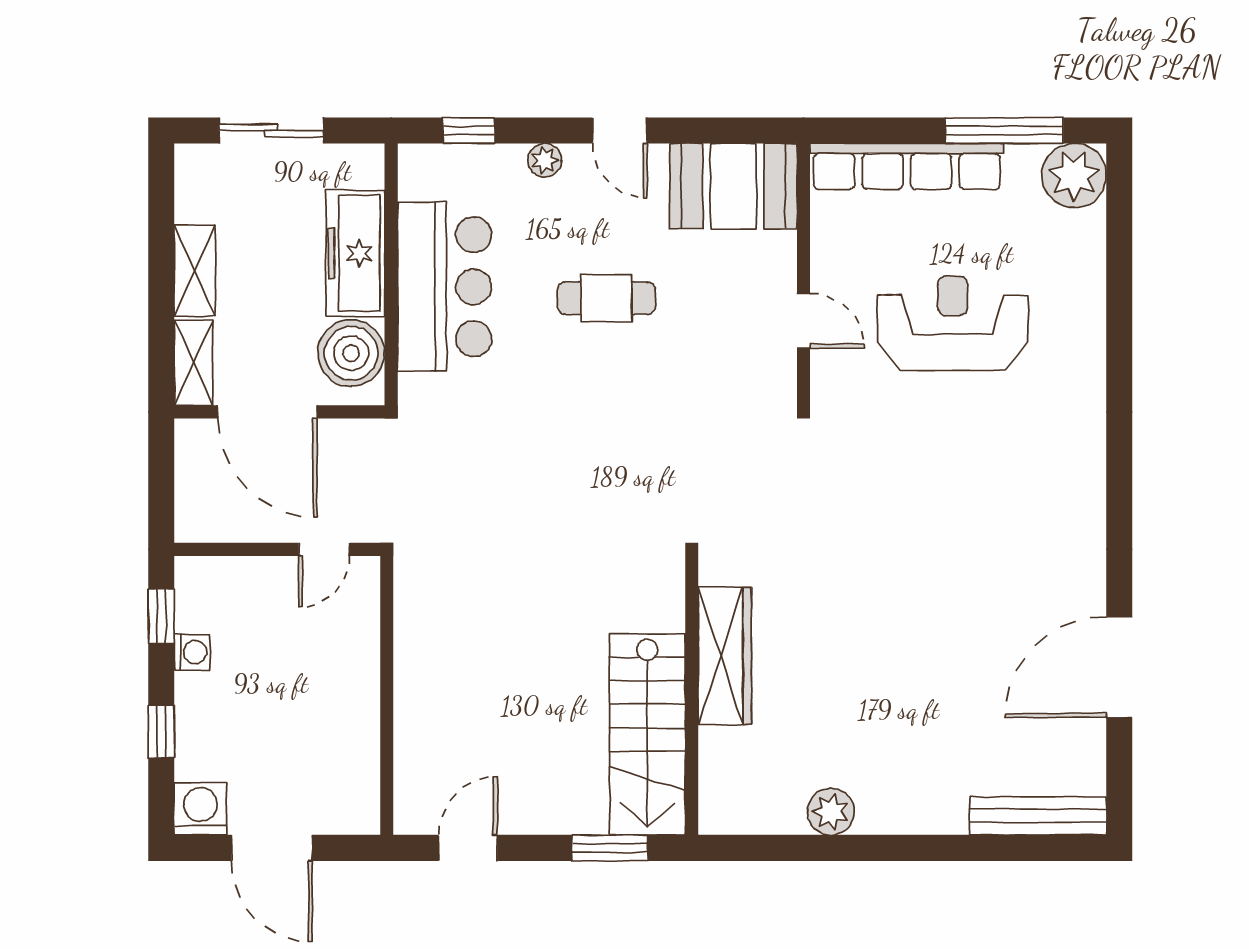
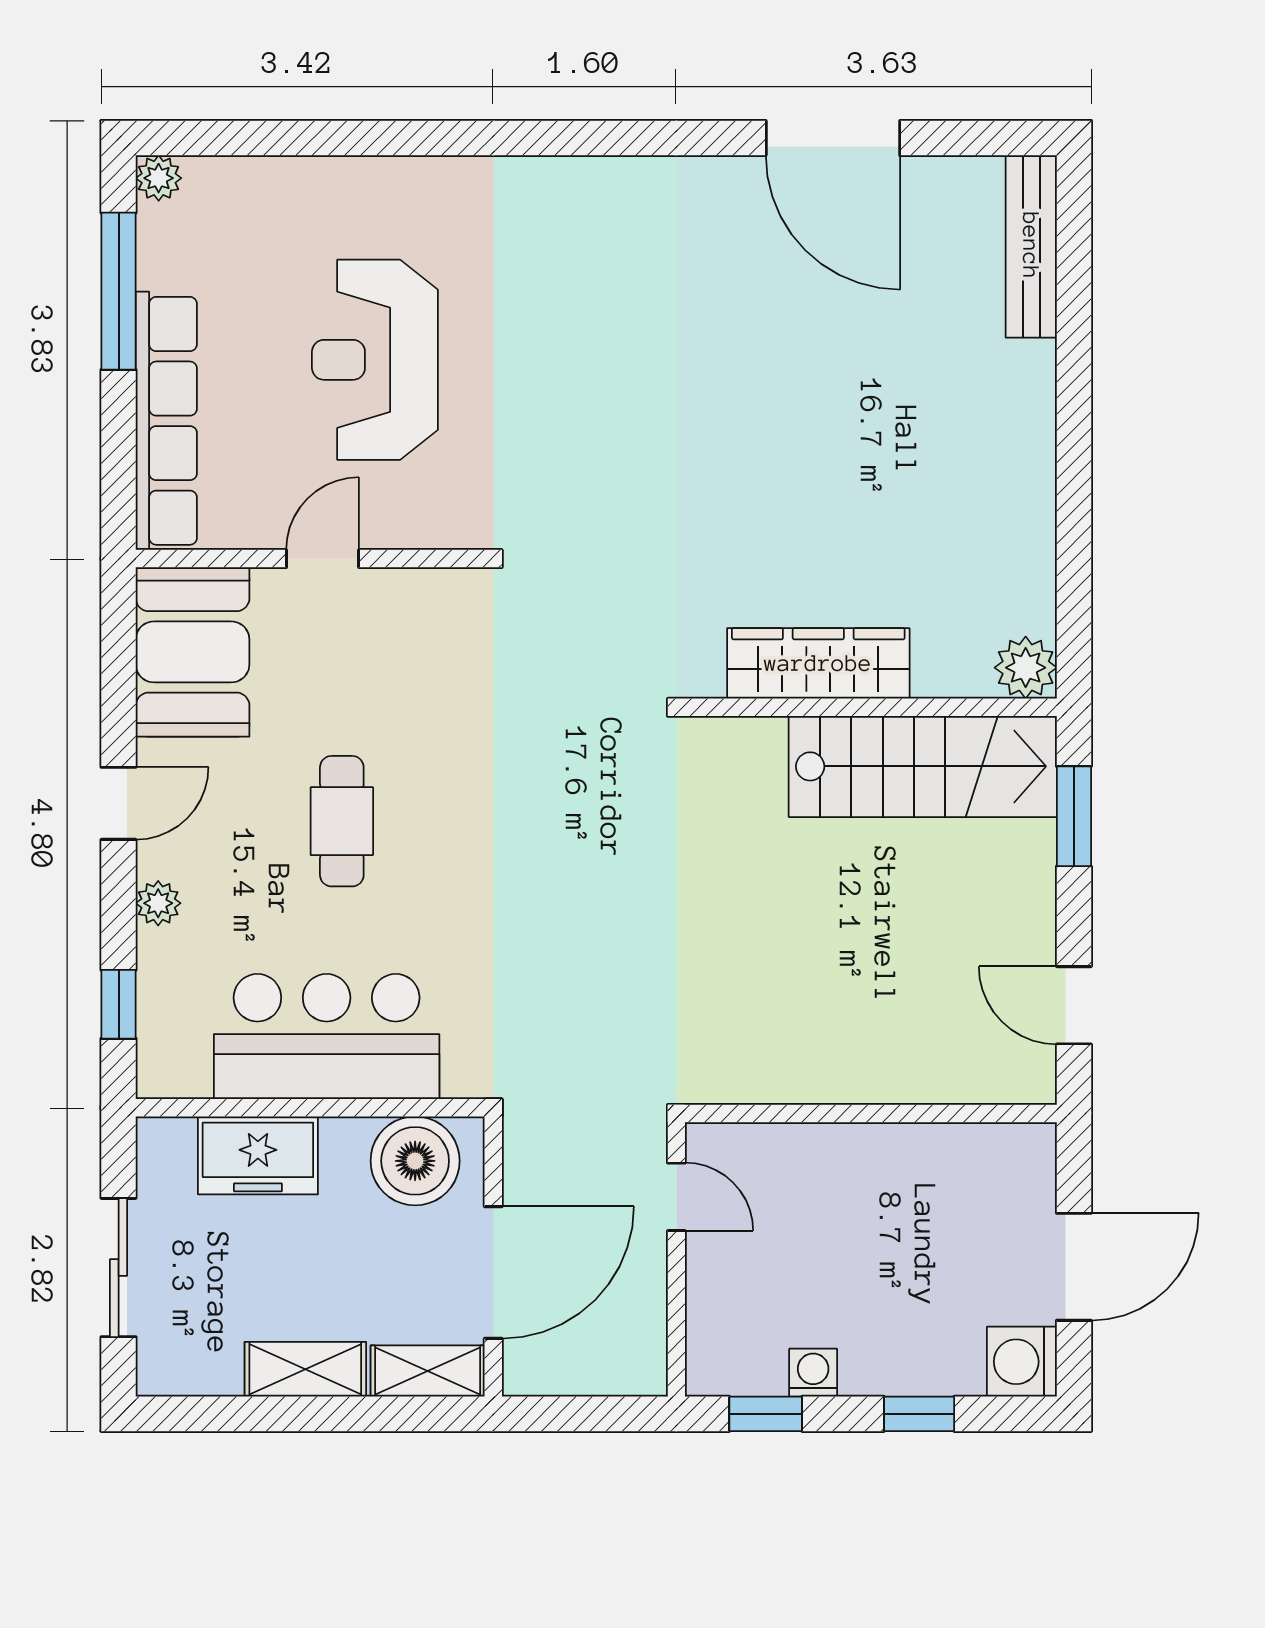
plant: (1074, 176) -> (159, 178), width x0.53, depth x0.53
freezer: (355, 253) -> (258, 1155), width x0.71
door: (803, 321) -> (323, 559), moved
plant: (831, 812) -> (1026, 668), moved

